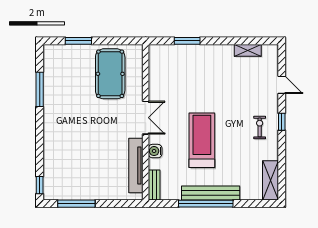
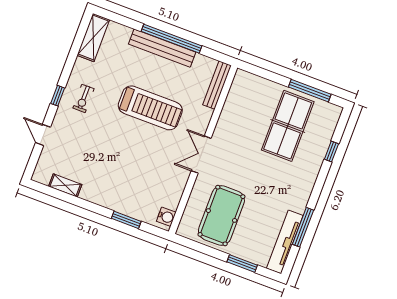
treadmill: (202, 140) -> (150, 108), turned -90
water cooler: (155, 151) -> (166, 217), moved
tv unit: (136, 165) -> (285, 242), moved, turned 180
table tennis table: (83, 168) -> (288, 126), added
window: (40, 185) -> (331, 151), moved
bench: (154, 185) -> (217, 85), width x1.36

